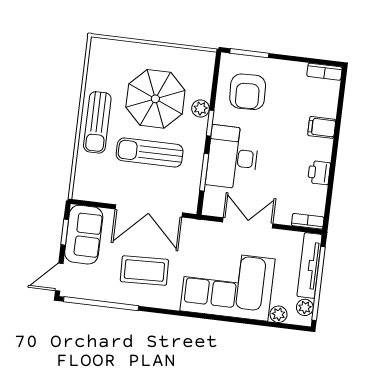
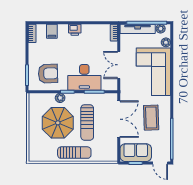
filing cabinet: (322, 127) -> (52, 31), moved
printer: (319, 173) -> (75, 30), moved

